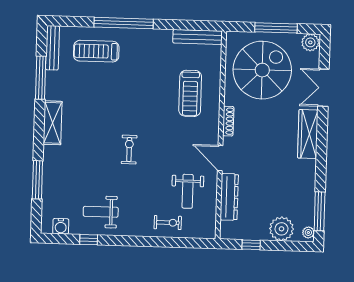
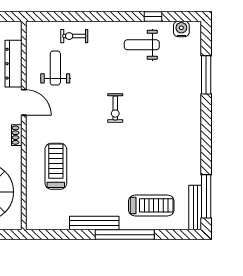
bench: (198, 37) -> (94, 223), moved
window: (41, 78) -> (206, 196), moved
shoe rack: (228, 121) -> (17, 135), width x0.70
shelving: (53, 123) -> (193, 132), removed
weight bench: (101, 212) -> (142, 45), turned 180

